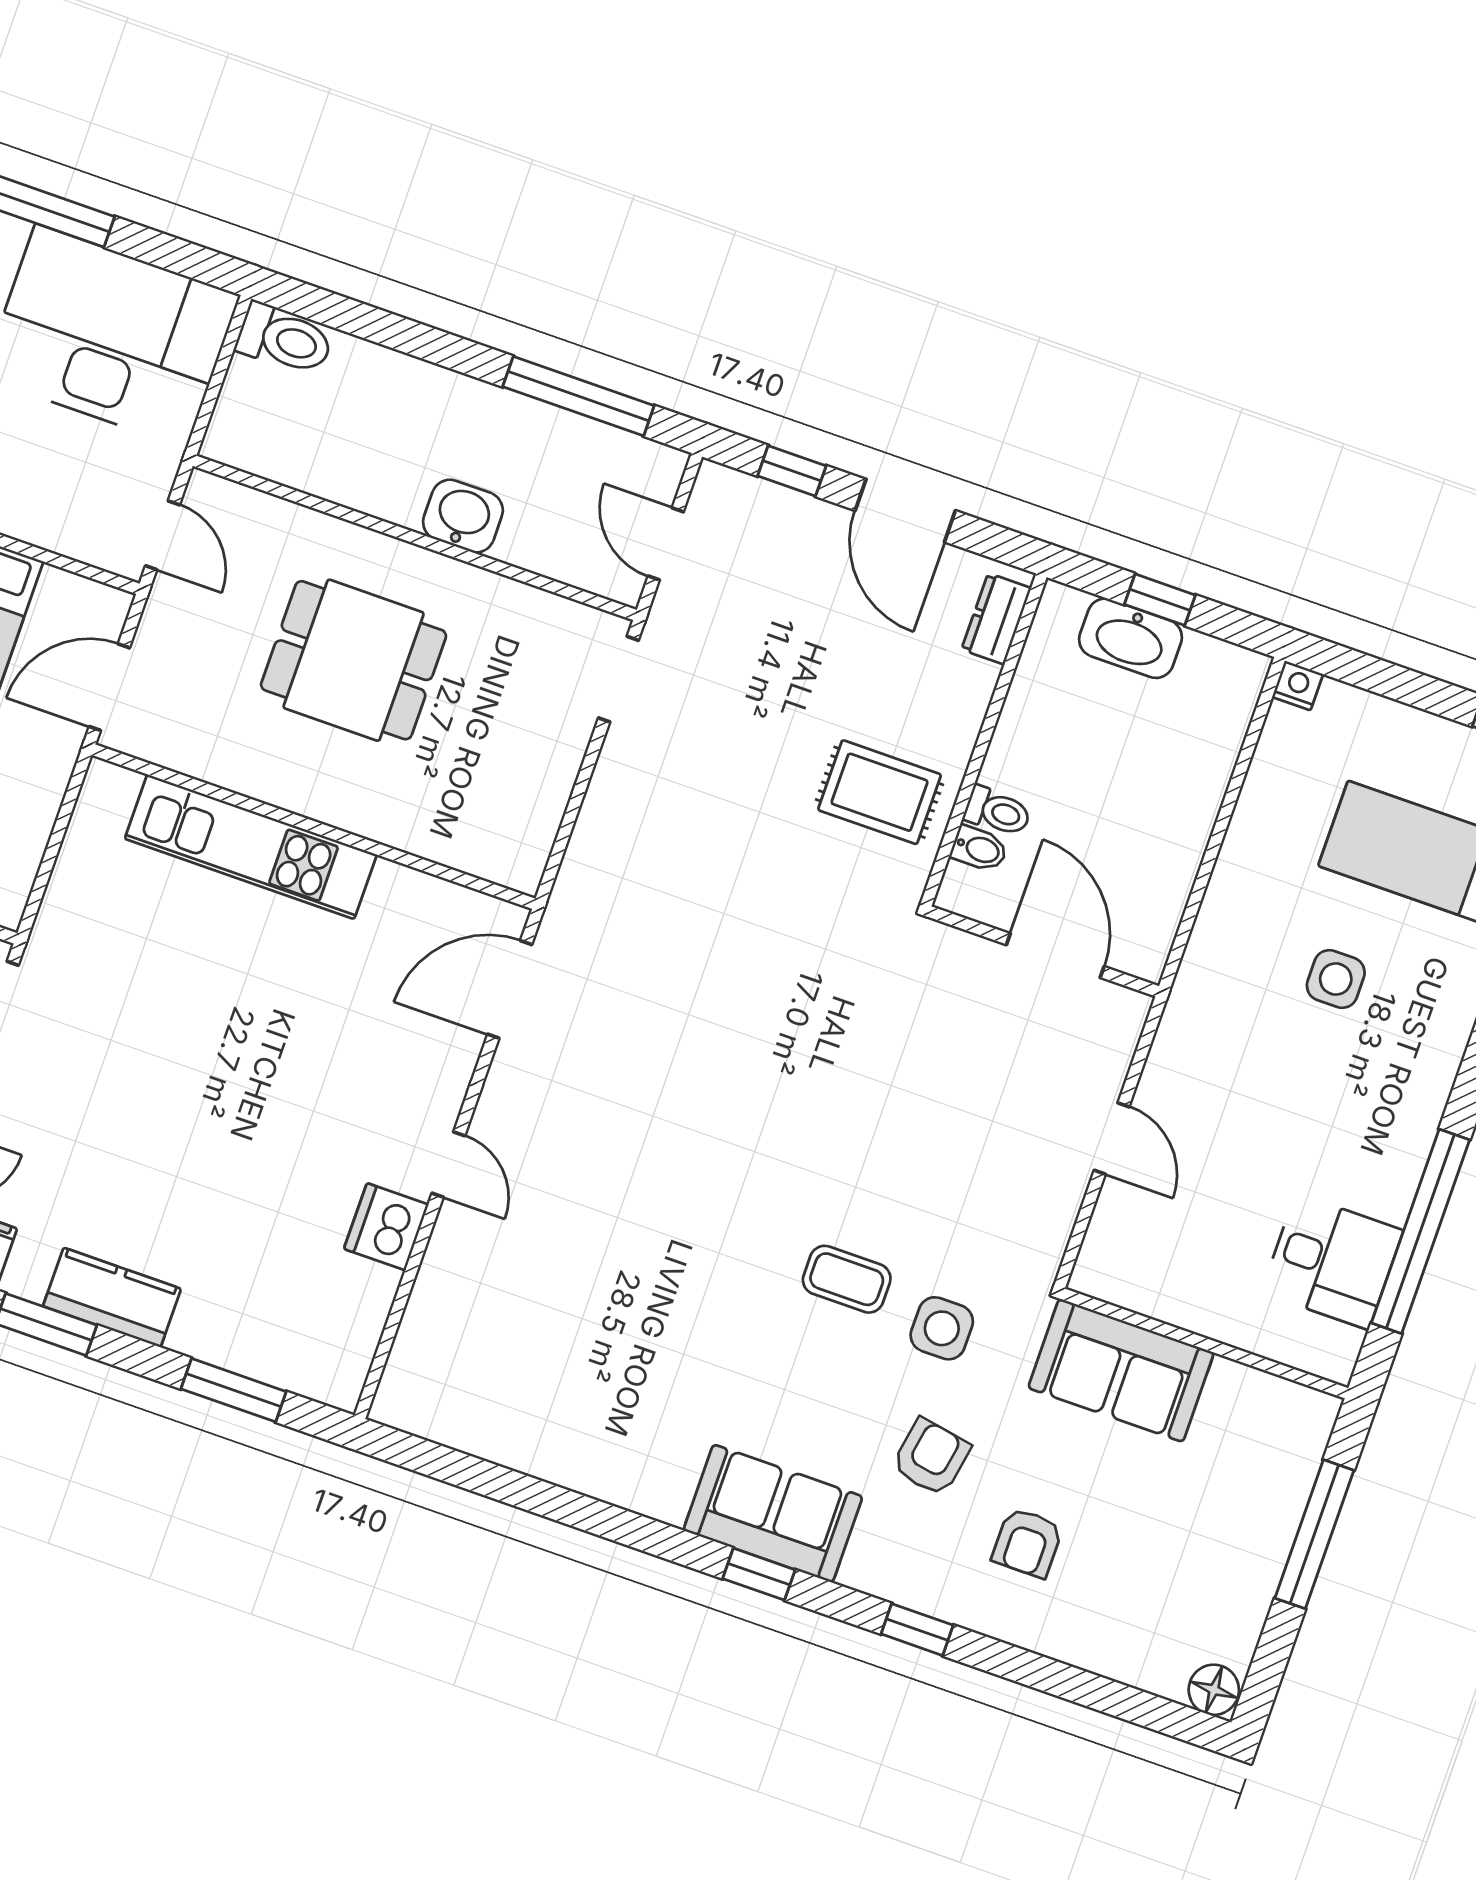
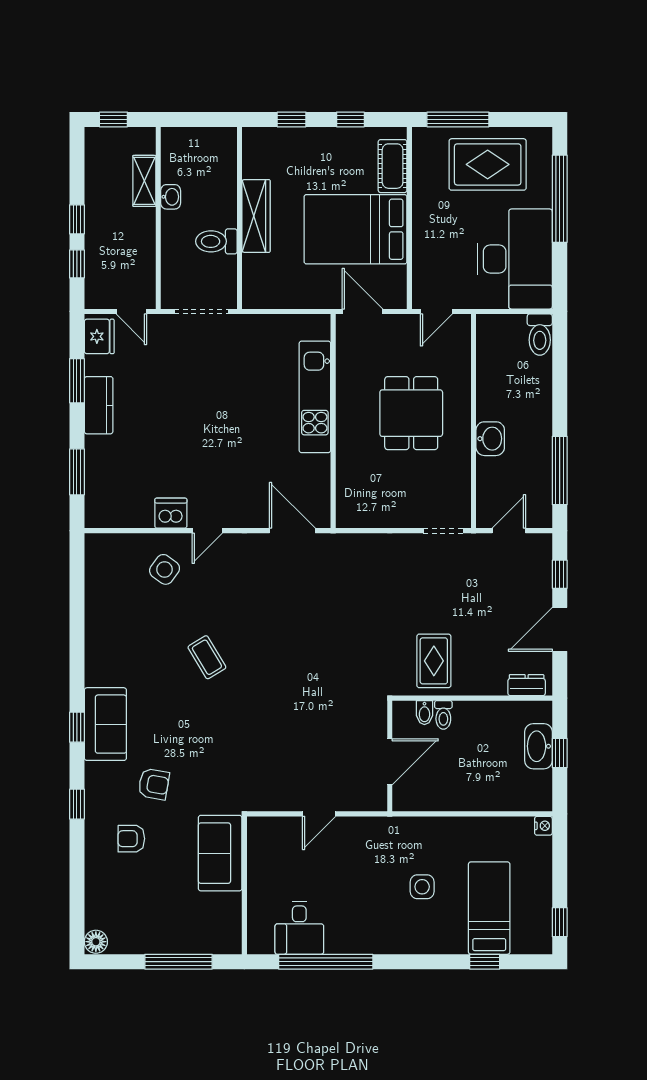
coffee table: (847, 1279) -> (207, 657), moved, turned -31
side table: (942, 1328) -> (165, 569), moved, turned 36

